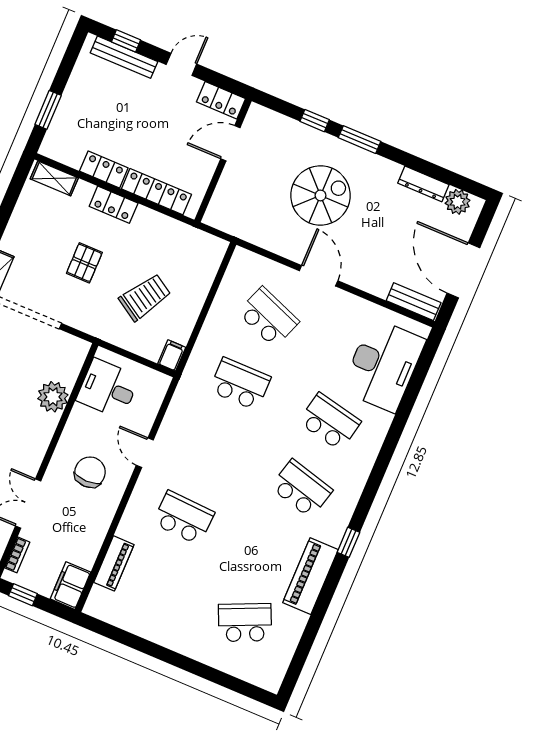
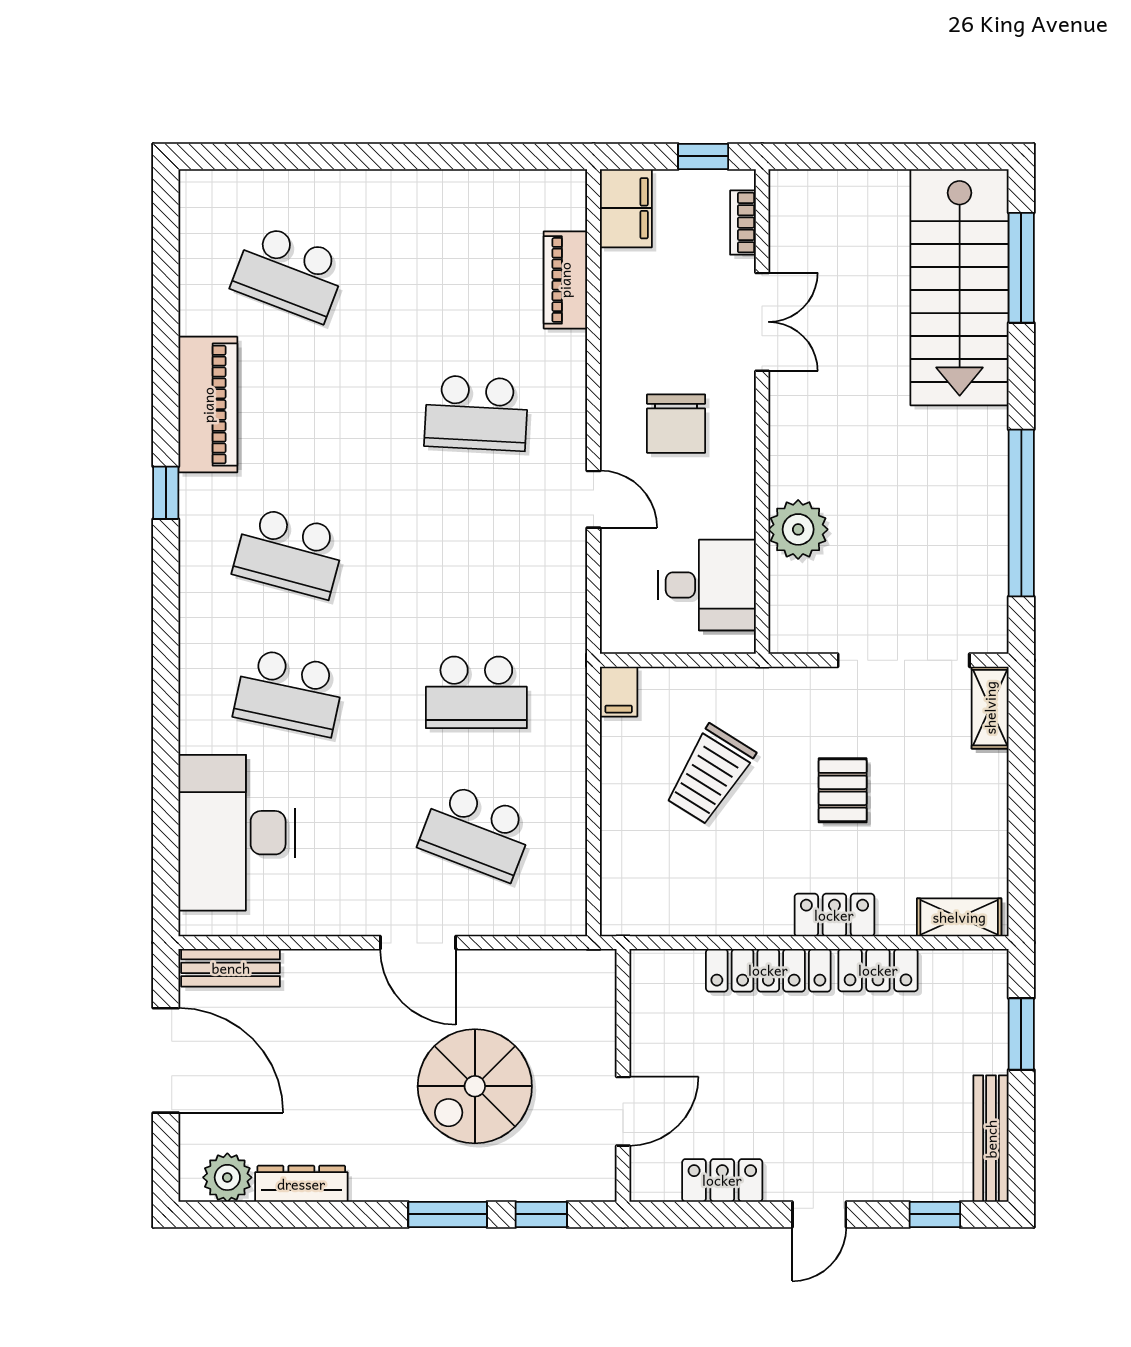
bench: (124, 57) -> (991, 1139), moved, turned 90
door: (230, 143) -> (623, 1111), moved
wall: (223, 160) -> (623, 1075), moved
school desk: (245, 622) -> (289, 273), turned 45

